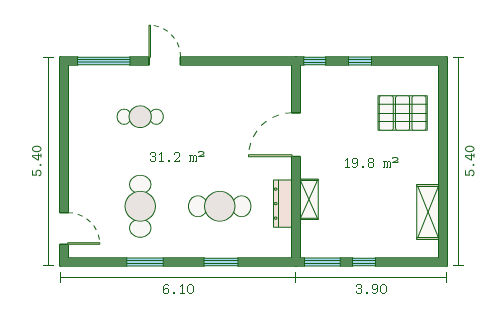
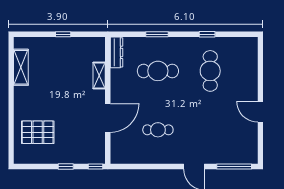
cafe table: (140, 117) -> (158, 130), moved
dresser: (283, 204) -> (116, 52), moved
door: (64, 229) -> (260, 112), moved
window: (145, 262) -> (207, 34), width x0.67
window: (322, 262) -> (90, 34), removed

